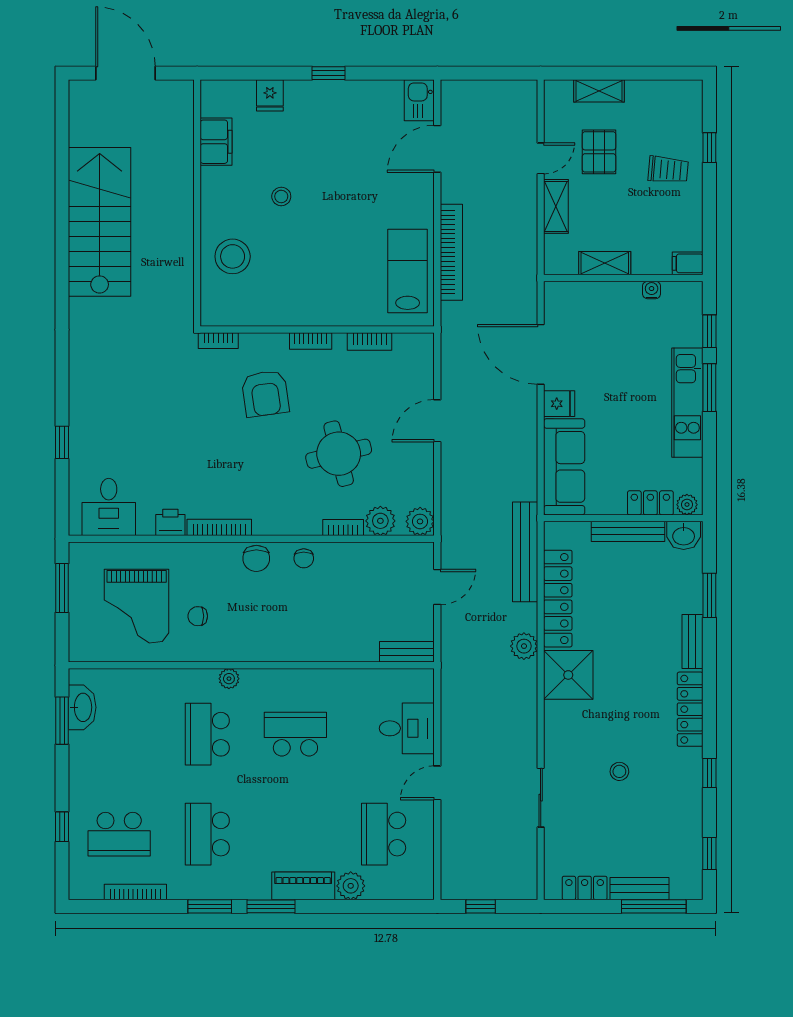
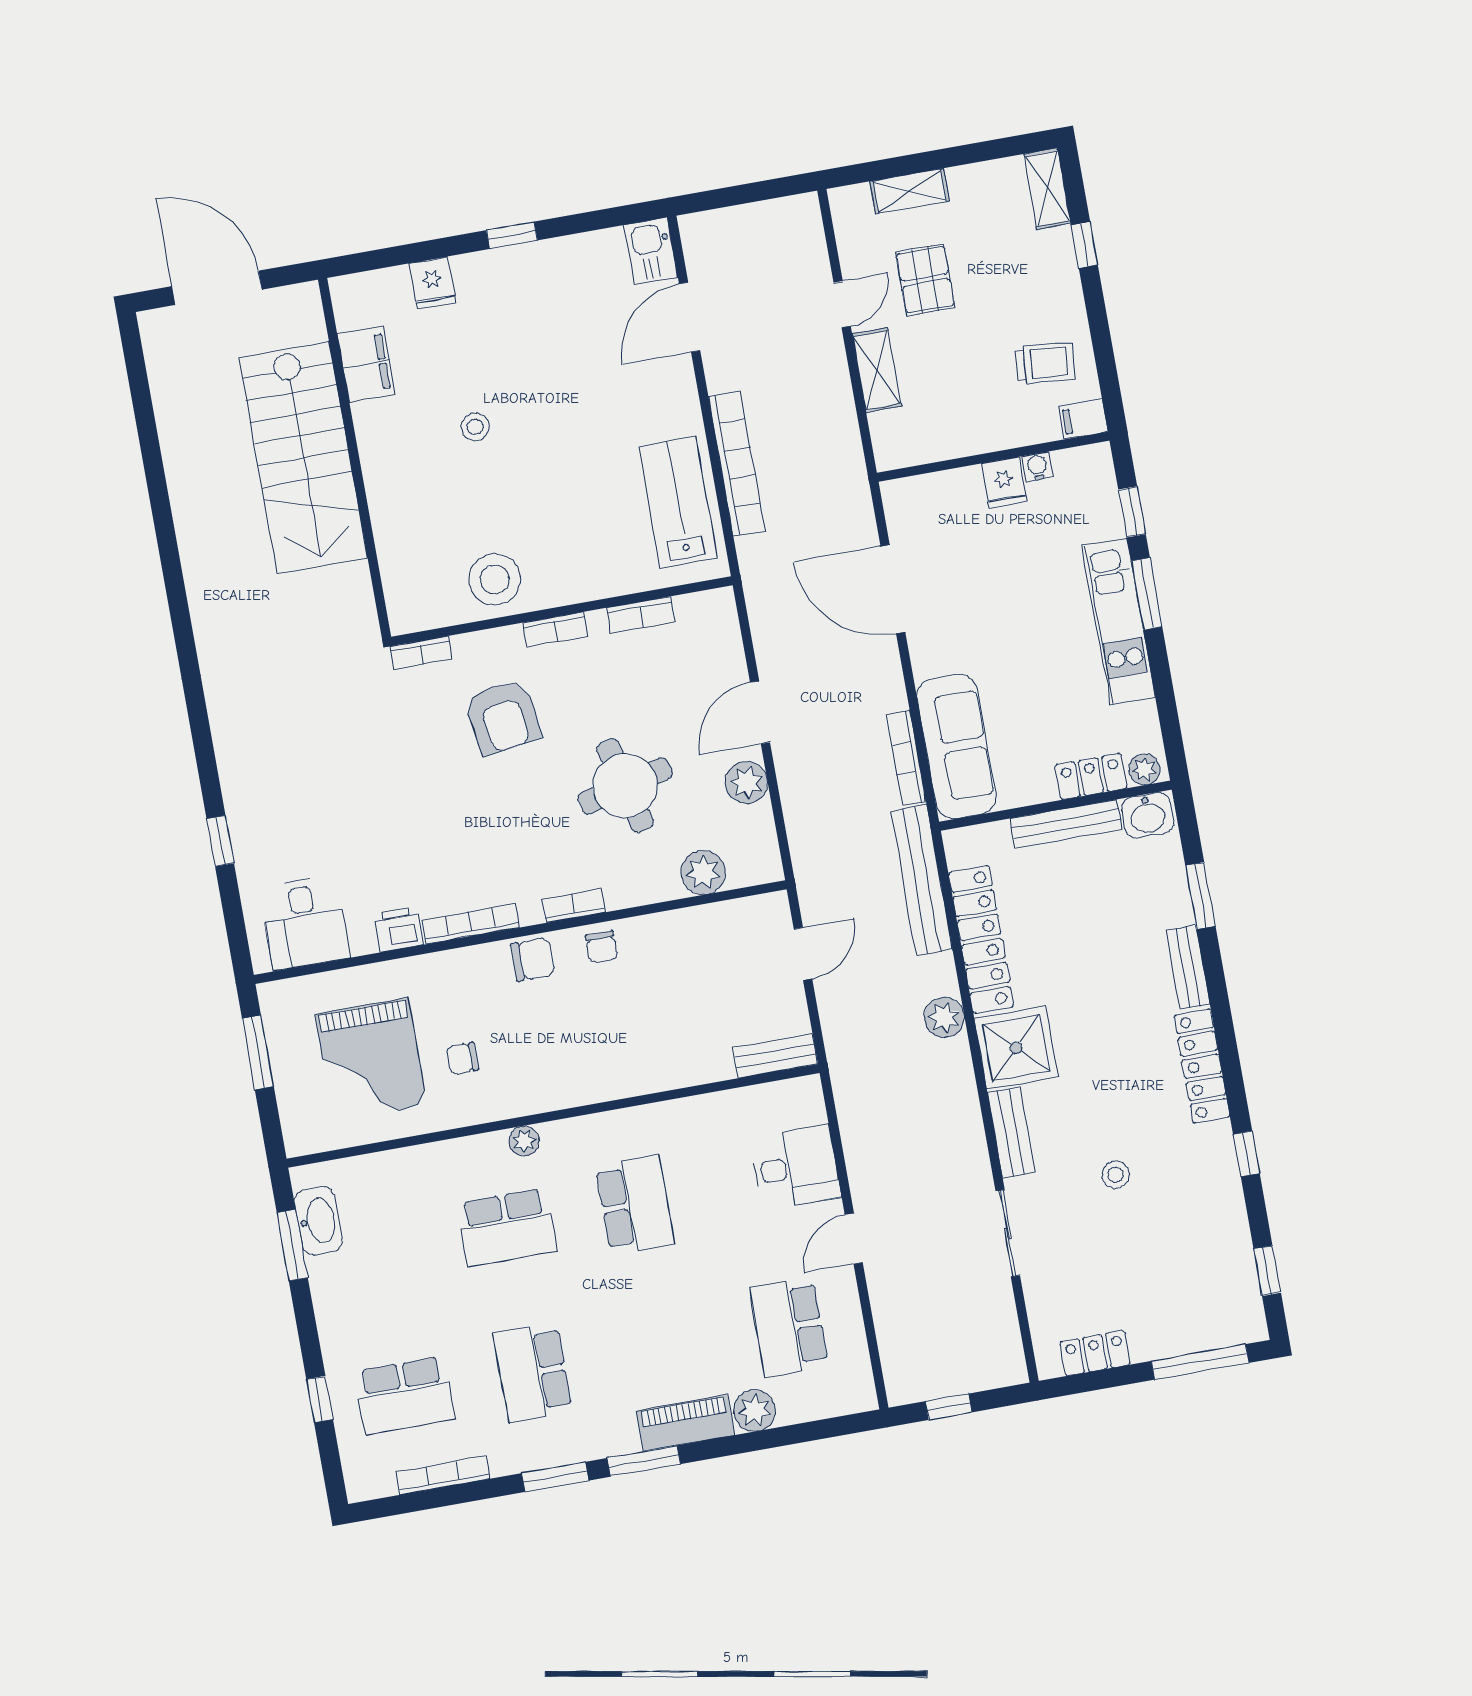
trolley: (668, 170) -> (1045, 363), moved
stairs: (100, 222) -> (303, 458), moved, turned 180
stool: (233, 256) -> (495, 579), moved
shelving: (605, 263) -> (1047, 189), moved, turned 90
fridge: (559, 404) -> (1004, 483), moved, turned 90
bookcase: (529, 468) -> (906, 758), added
plant: (420, 521) -> (747, 783), moved
bookcase: (343, 528) -> (574, 906), moved
chair: (256, 558) -> (533, 959), turned -90
school desk: (207, 734) -> (507, 1227), turned -90
school desk: (295, 734) -> (635, 1205), turned 90
bench: (640, 889) -> (1011, 1133), moved, turned 90

